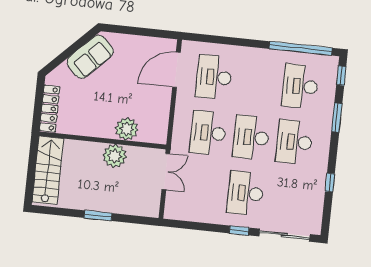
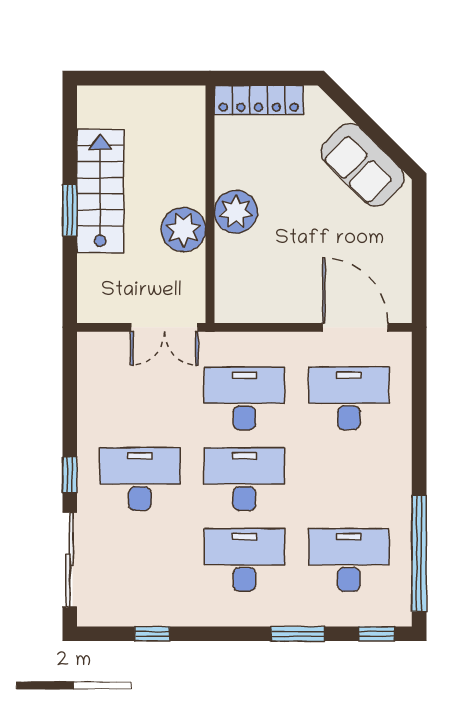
plant: (127, 129) -> (236, 212), moved
stairs: (48, 170) -> (100, 191), moved, turned -90
window: (330, 183) -> (152, 634), moved

